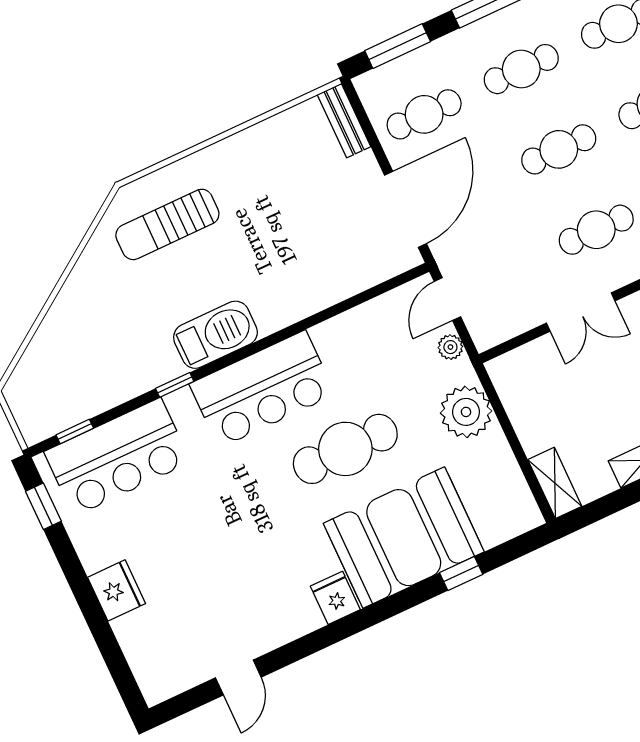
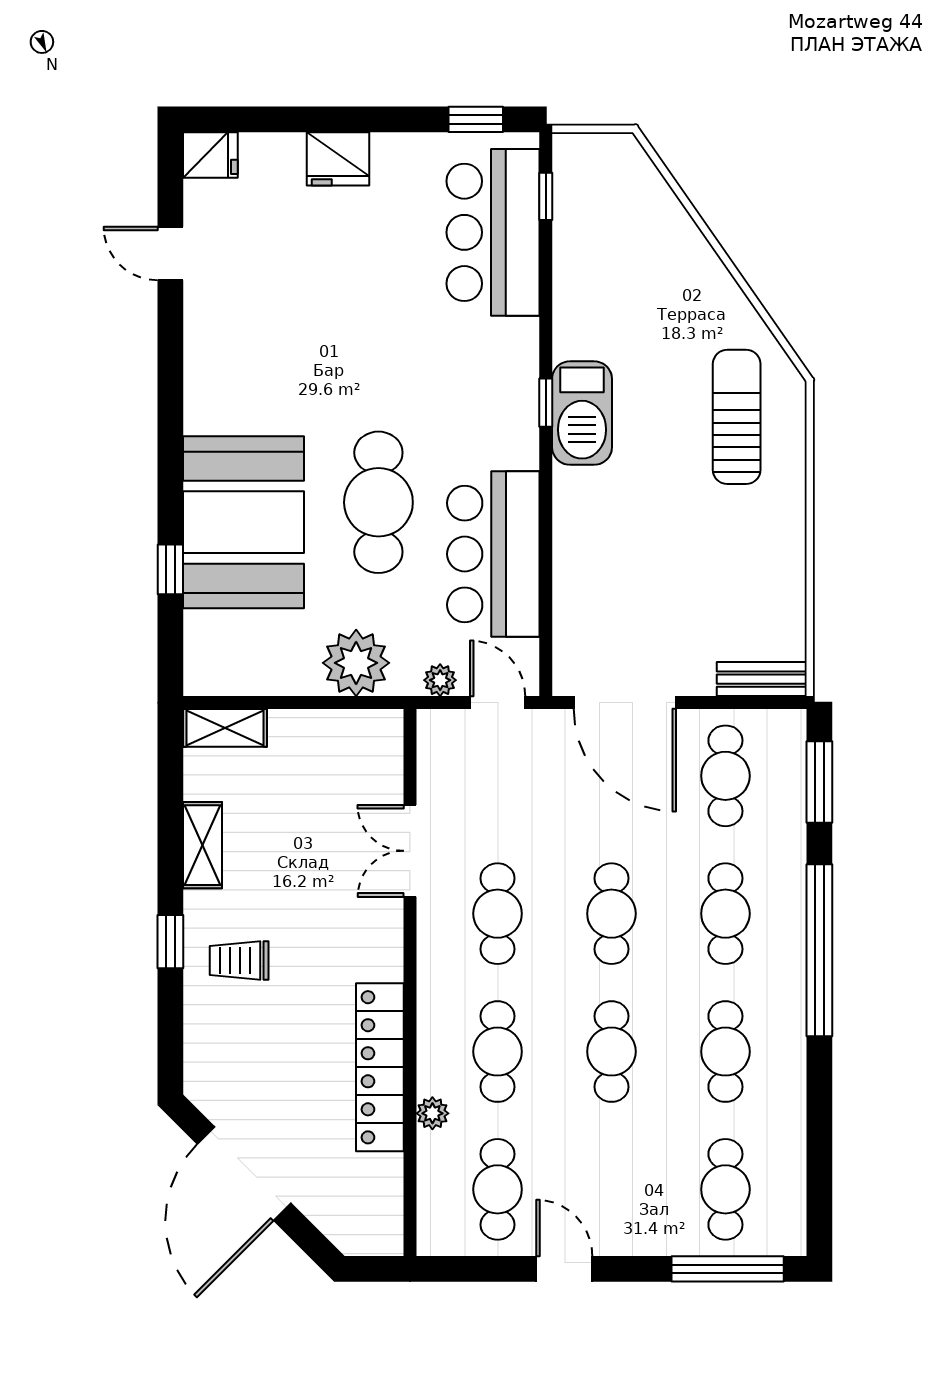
window: (175, 385) -> (546, 403), moved
bar counter: (262, 389) -> (493, 554), moved
fridge: (335, 598) -> (210, 155), moved

